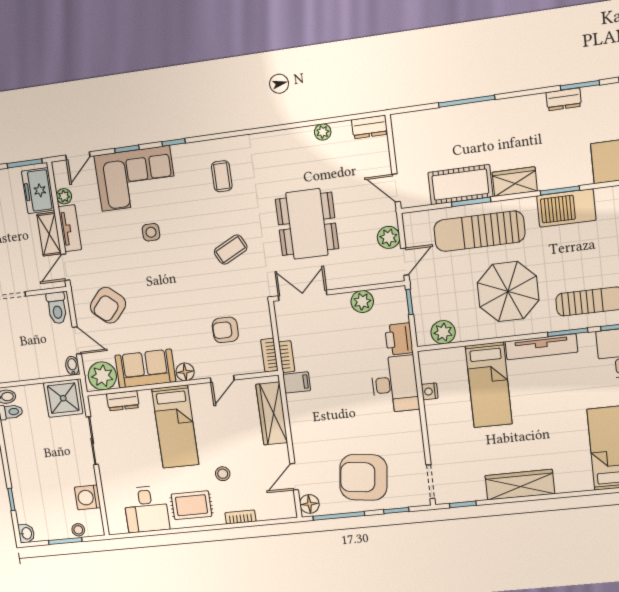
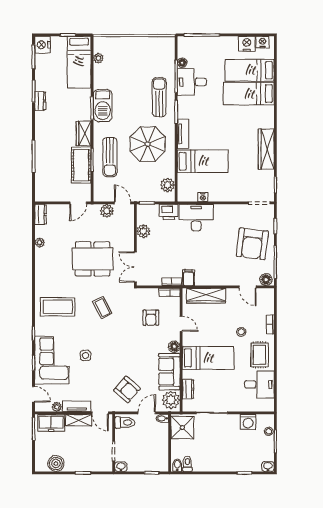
coffee table: (222, 176) -> (58, 307), width x1.86, depth x1.72
sun lounger: (479, 231) -> (110, 157), width x0.73, depth x0.75
tv unit: (541, 347) -> (183, 134), width x0.71

